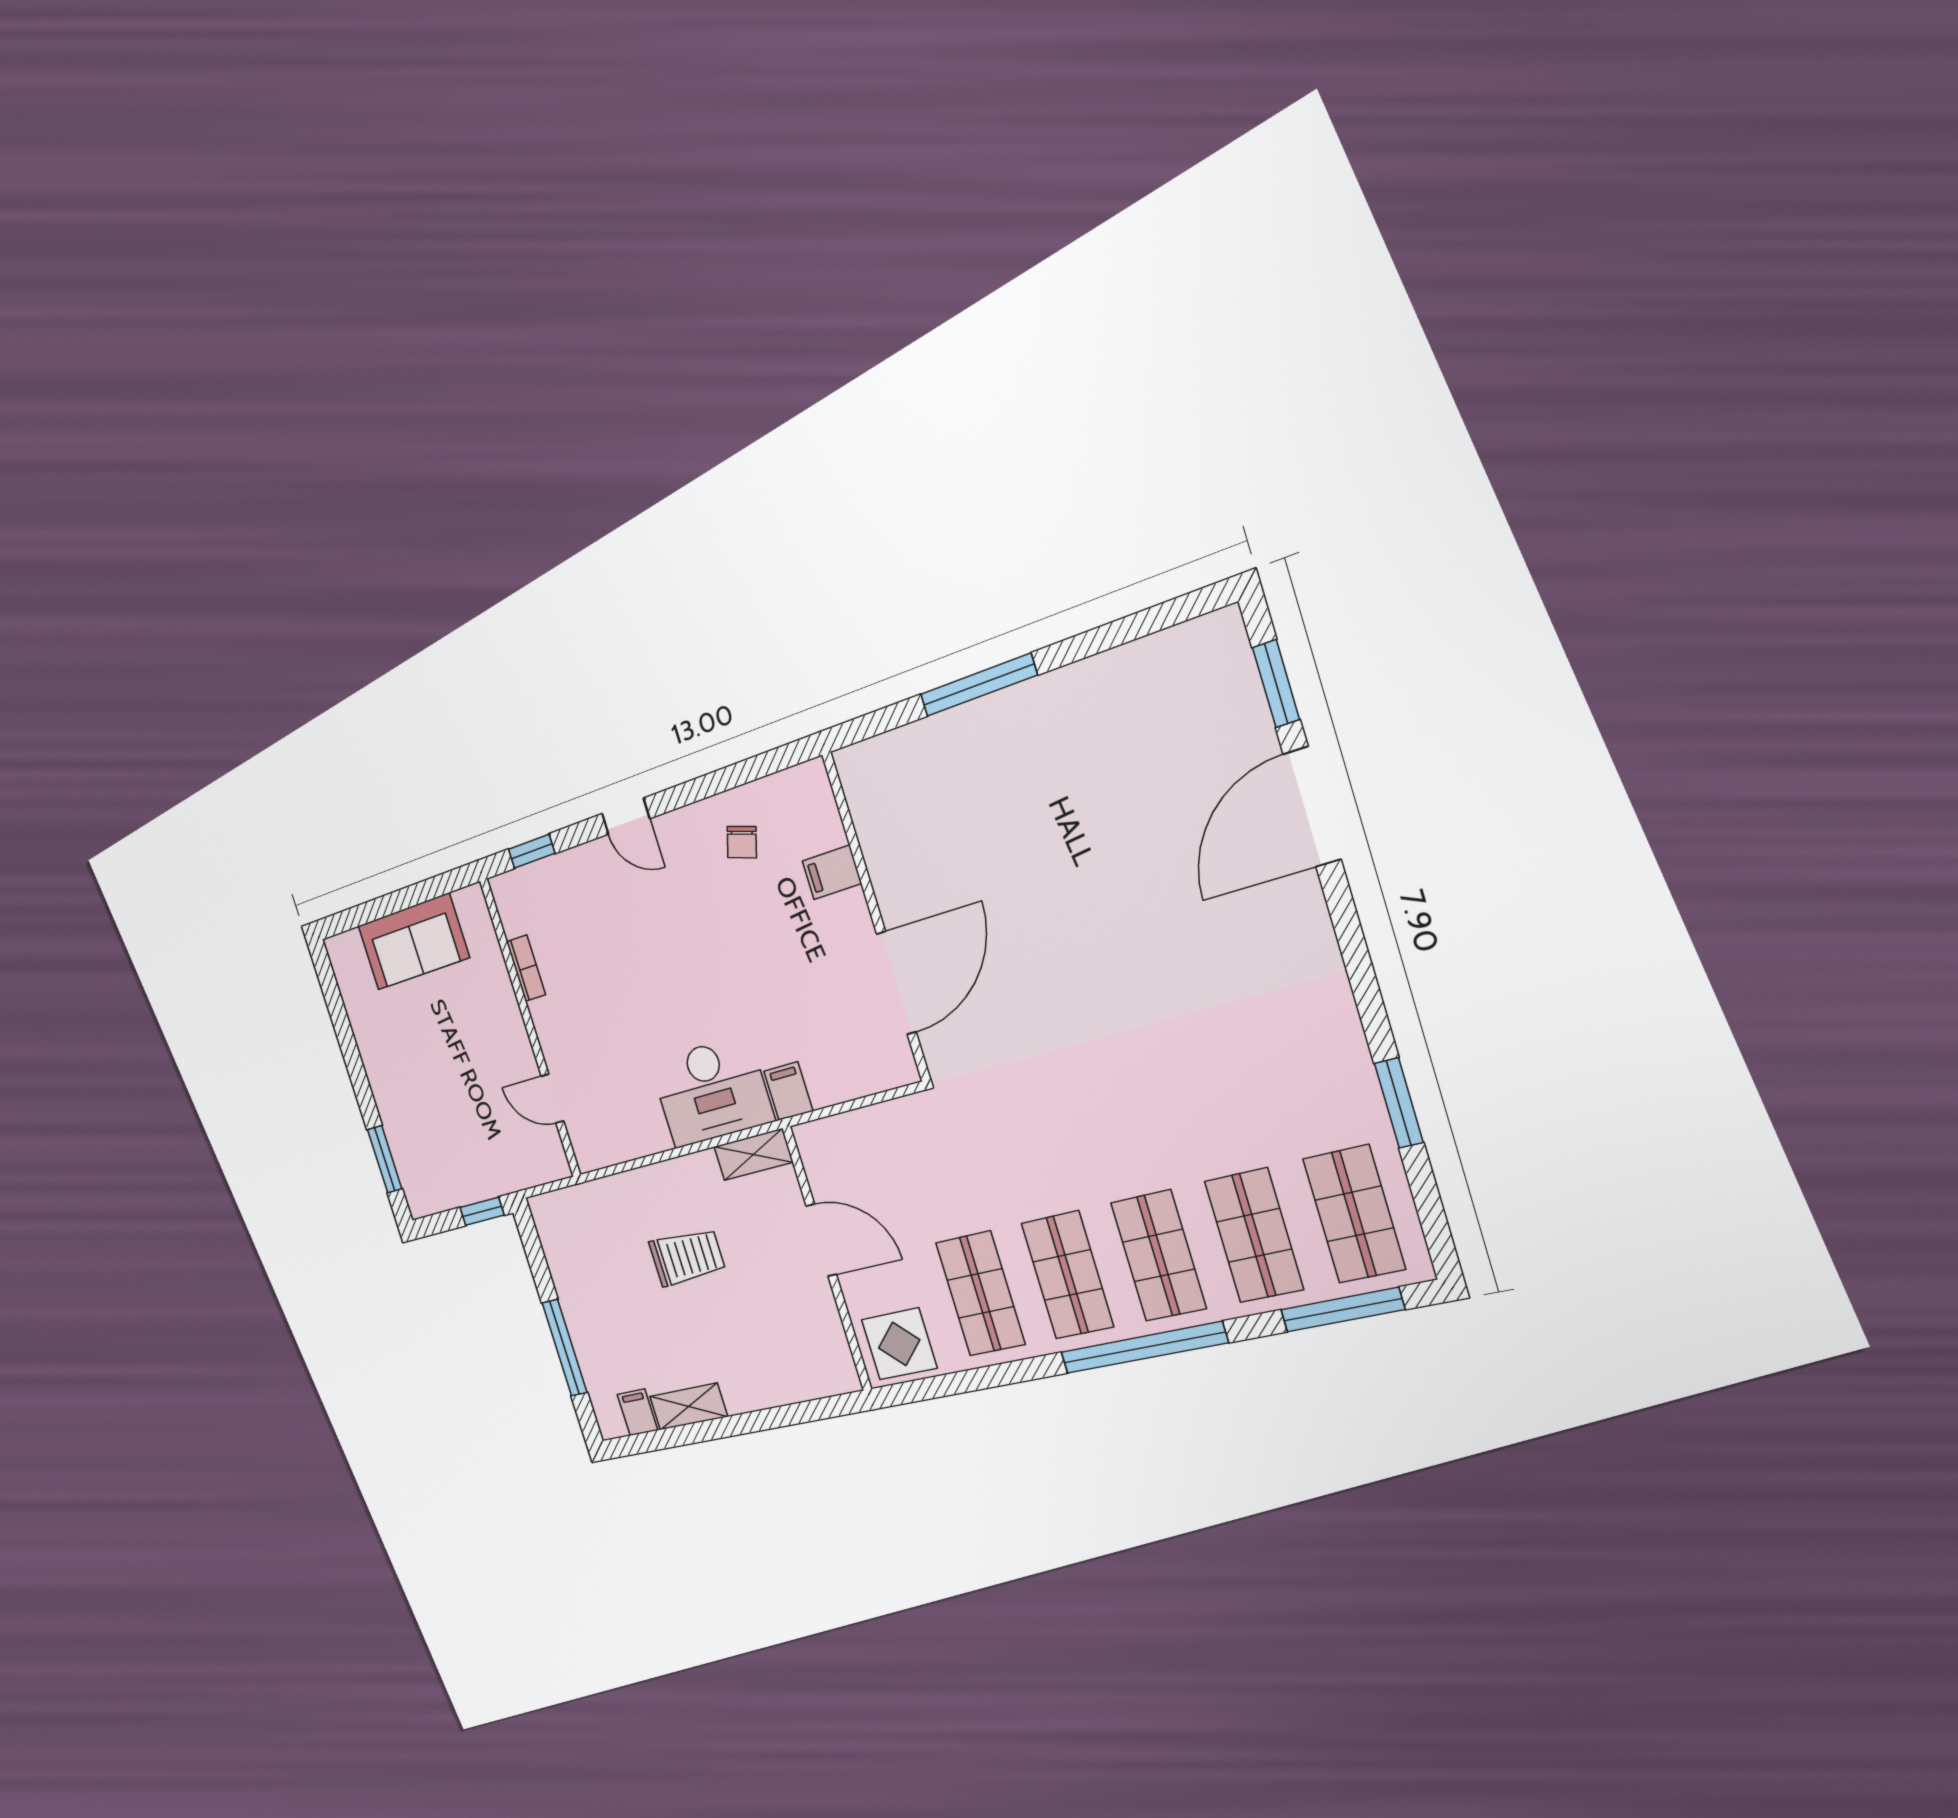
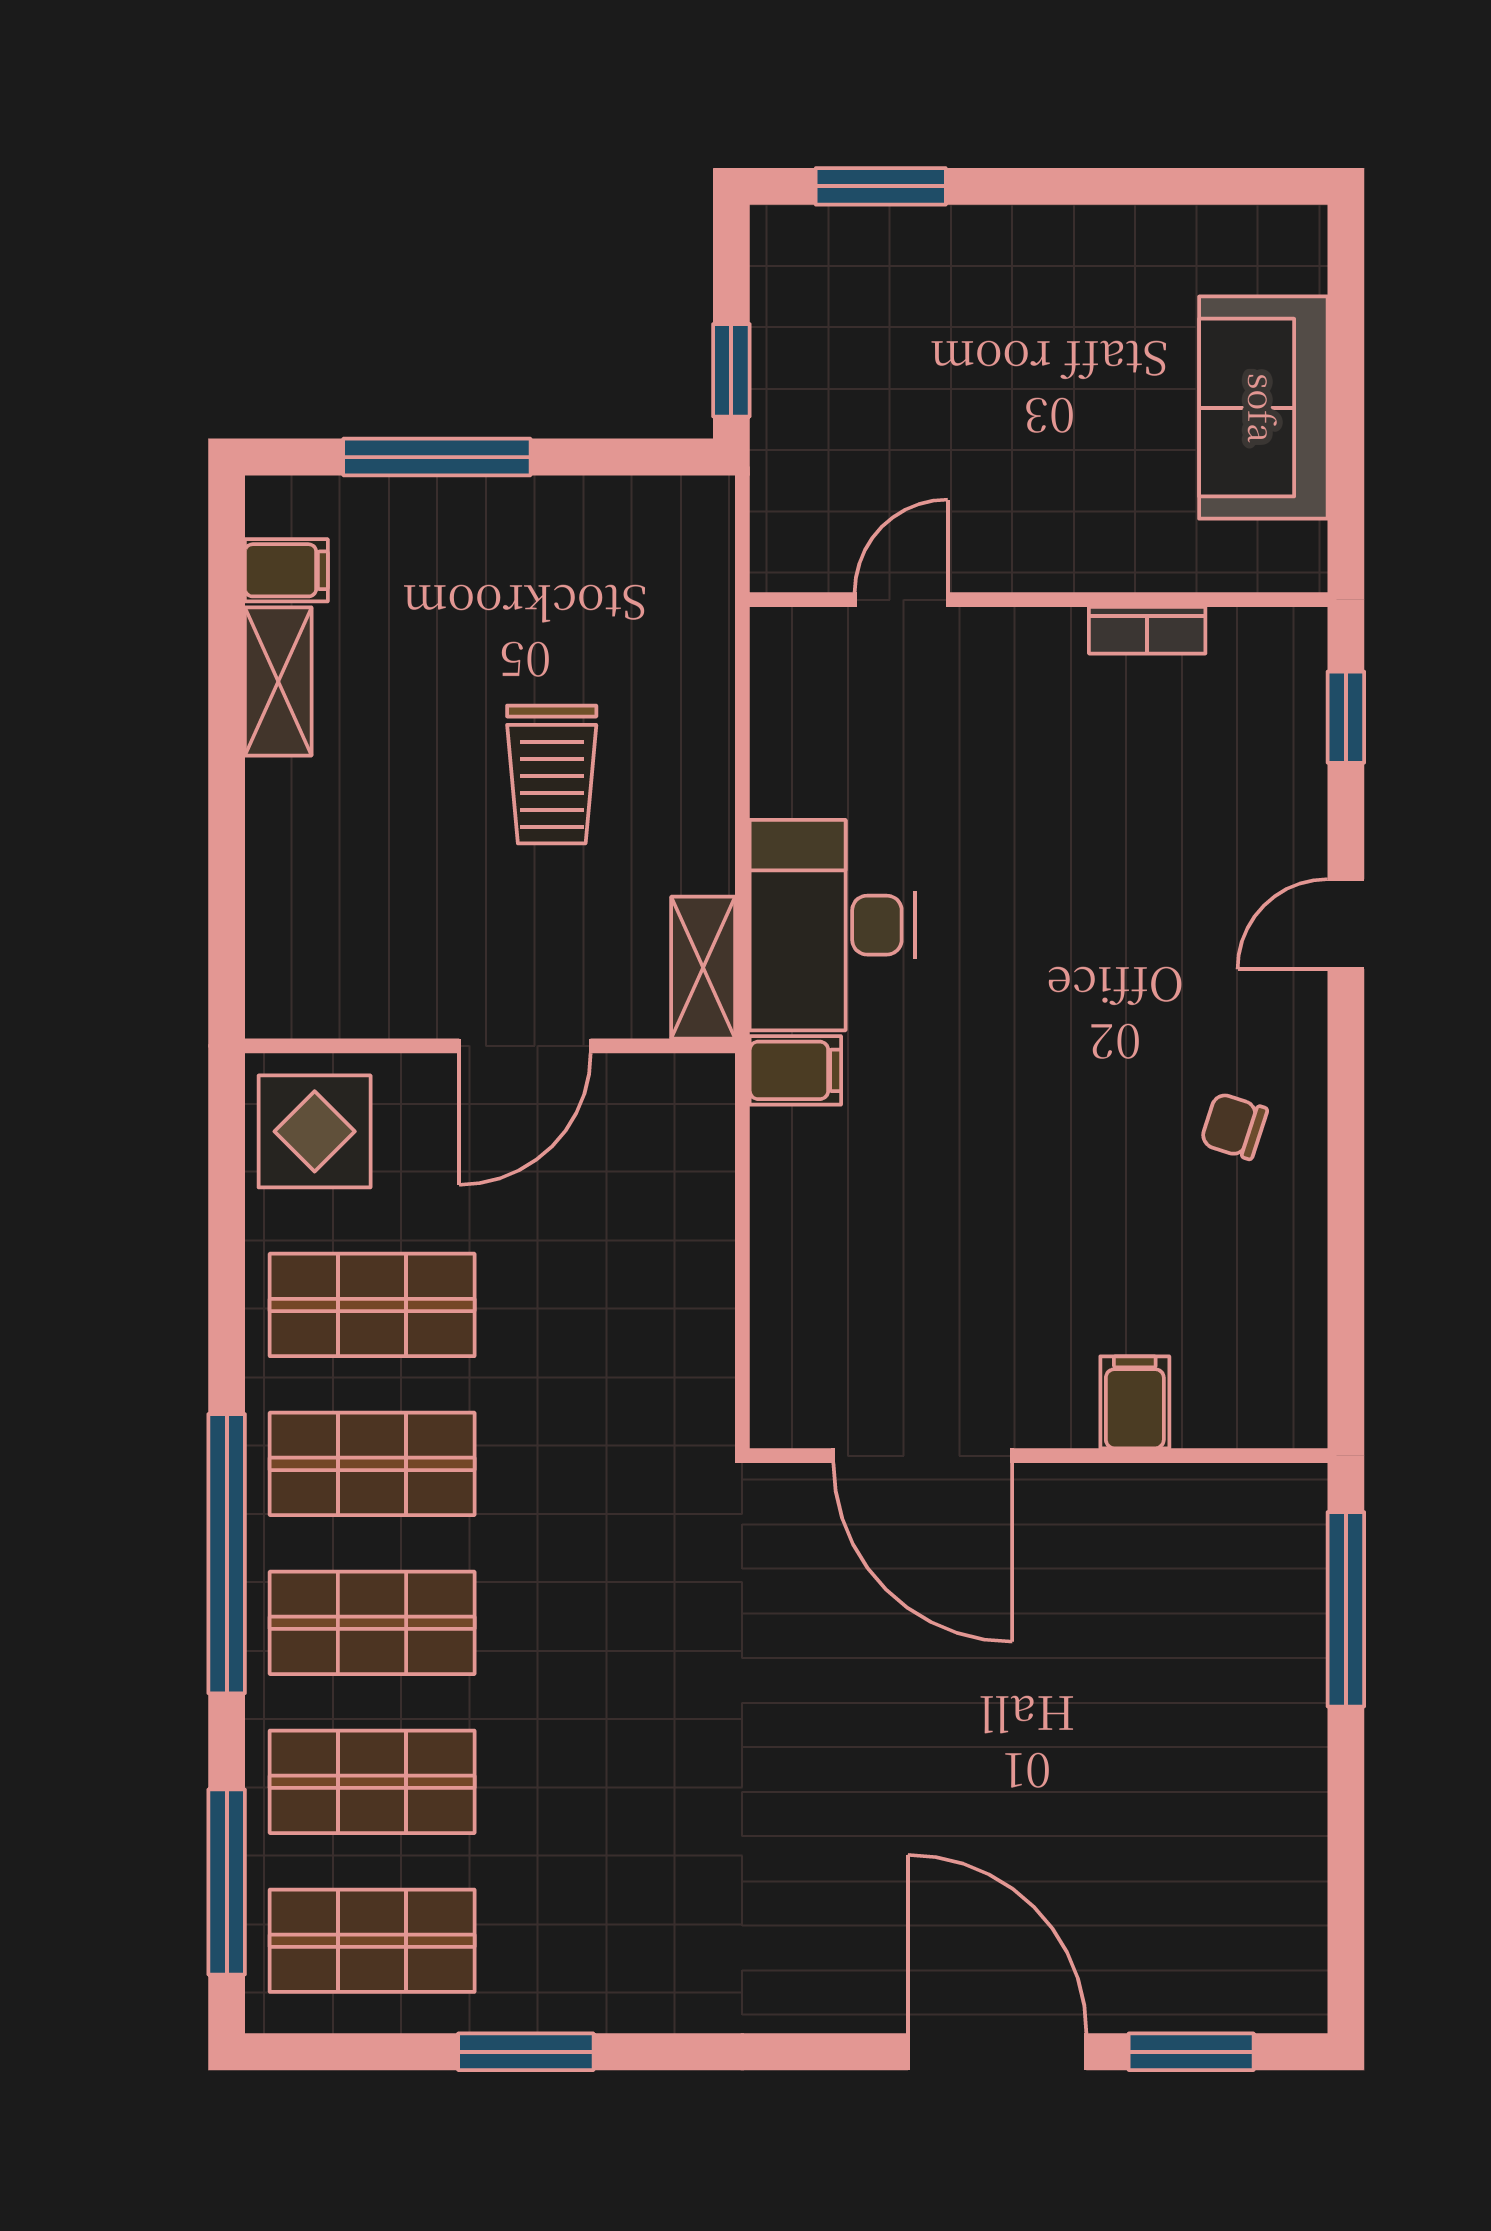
filing cabinet: (832, 872) -> (1135, 1402), moved
wall: (876, 917) -> (1039, 1456), moved
door: (896, 983) -> (923, 1456), moved

